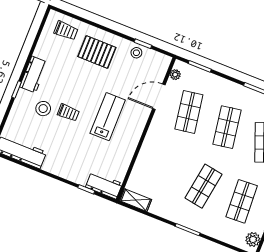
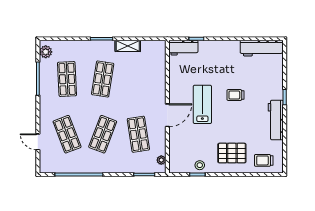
workbench: (34, 75) -> (276, 120), width x1.38
door: (159, 97) -> (167, 115), moved
stool: (43, 109) -> (257, 90), removed
lab bench: (108, 117) -> (202, 104), turned 180
shop shelf: (227, 127) -> (103, 134), turned 30
shelving: (136, 200) -> (128, 46), moved

